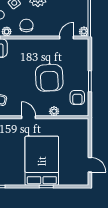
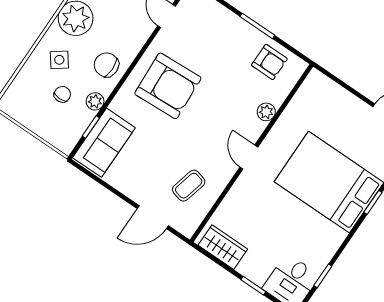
armchair: (49, 78) -> (168, 86), moved
door: (29, 117) -> (249, 157), hinge flipped

